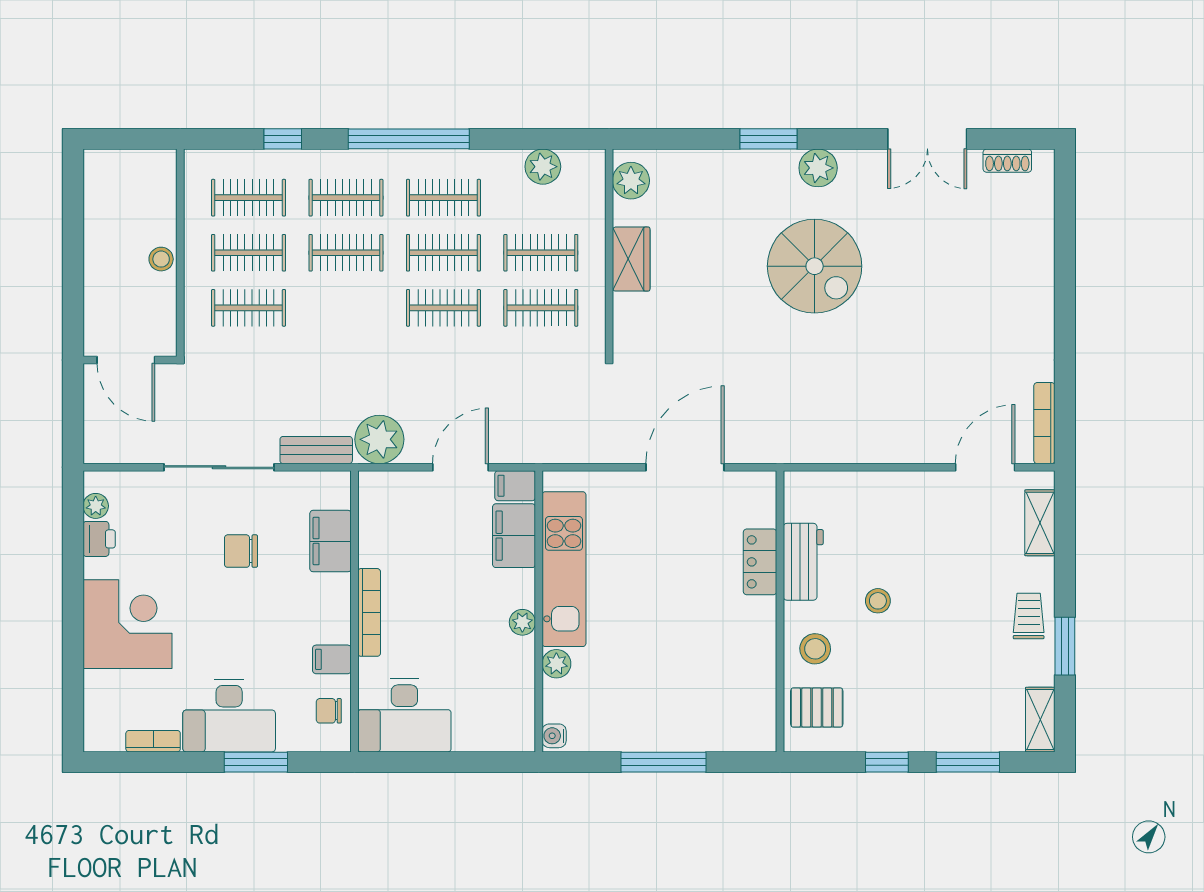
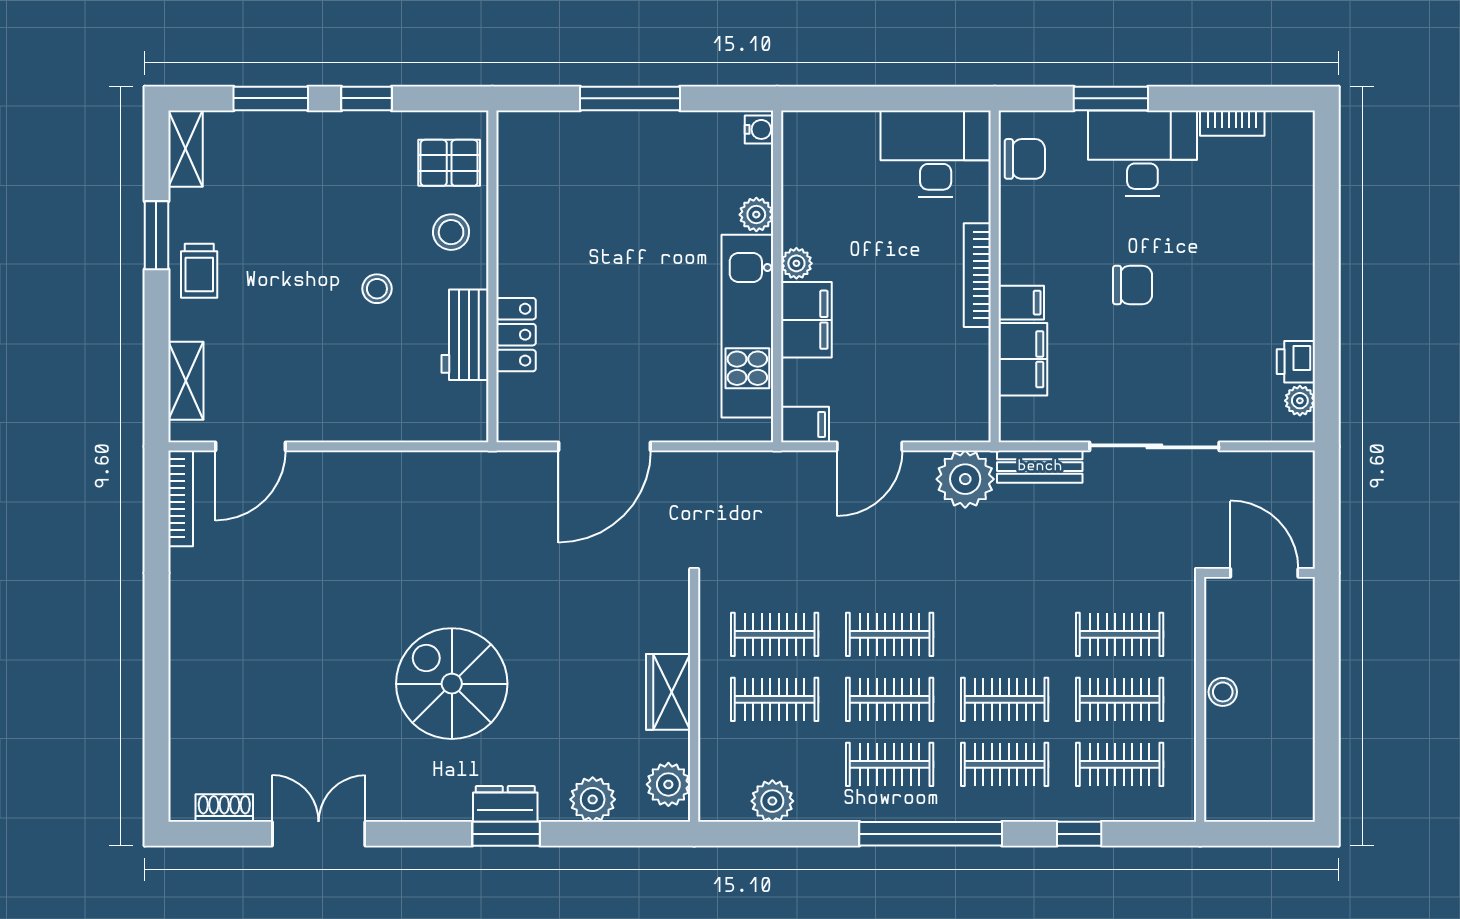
dresser: (769, 164) -> (505, 804), added
plant: (818, 168) -> (593, 799), moved
filing cabinet: (514, 536) -> (806, 320), moved
chair: (241, 551) -> (1133, 285), moved
corner desk: (127, 624) -> (1262, 261), removed
filing cabinet: (332, 659) -> (1021, 303), moved
chair: (329, 711) -> (1025, 159), width x1.37, depth x1.37

